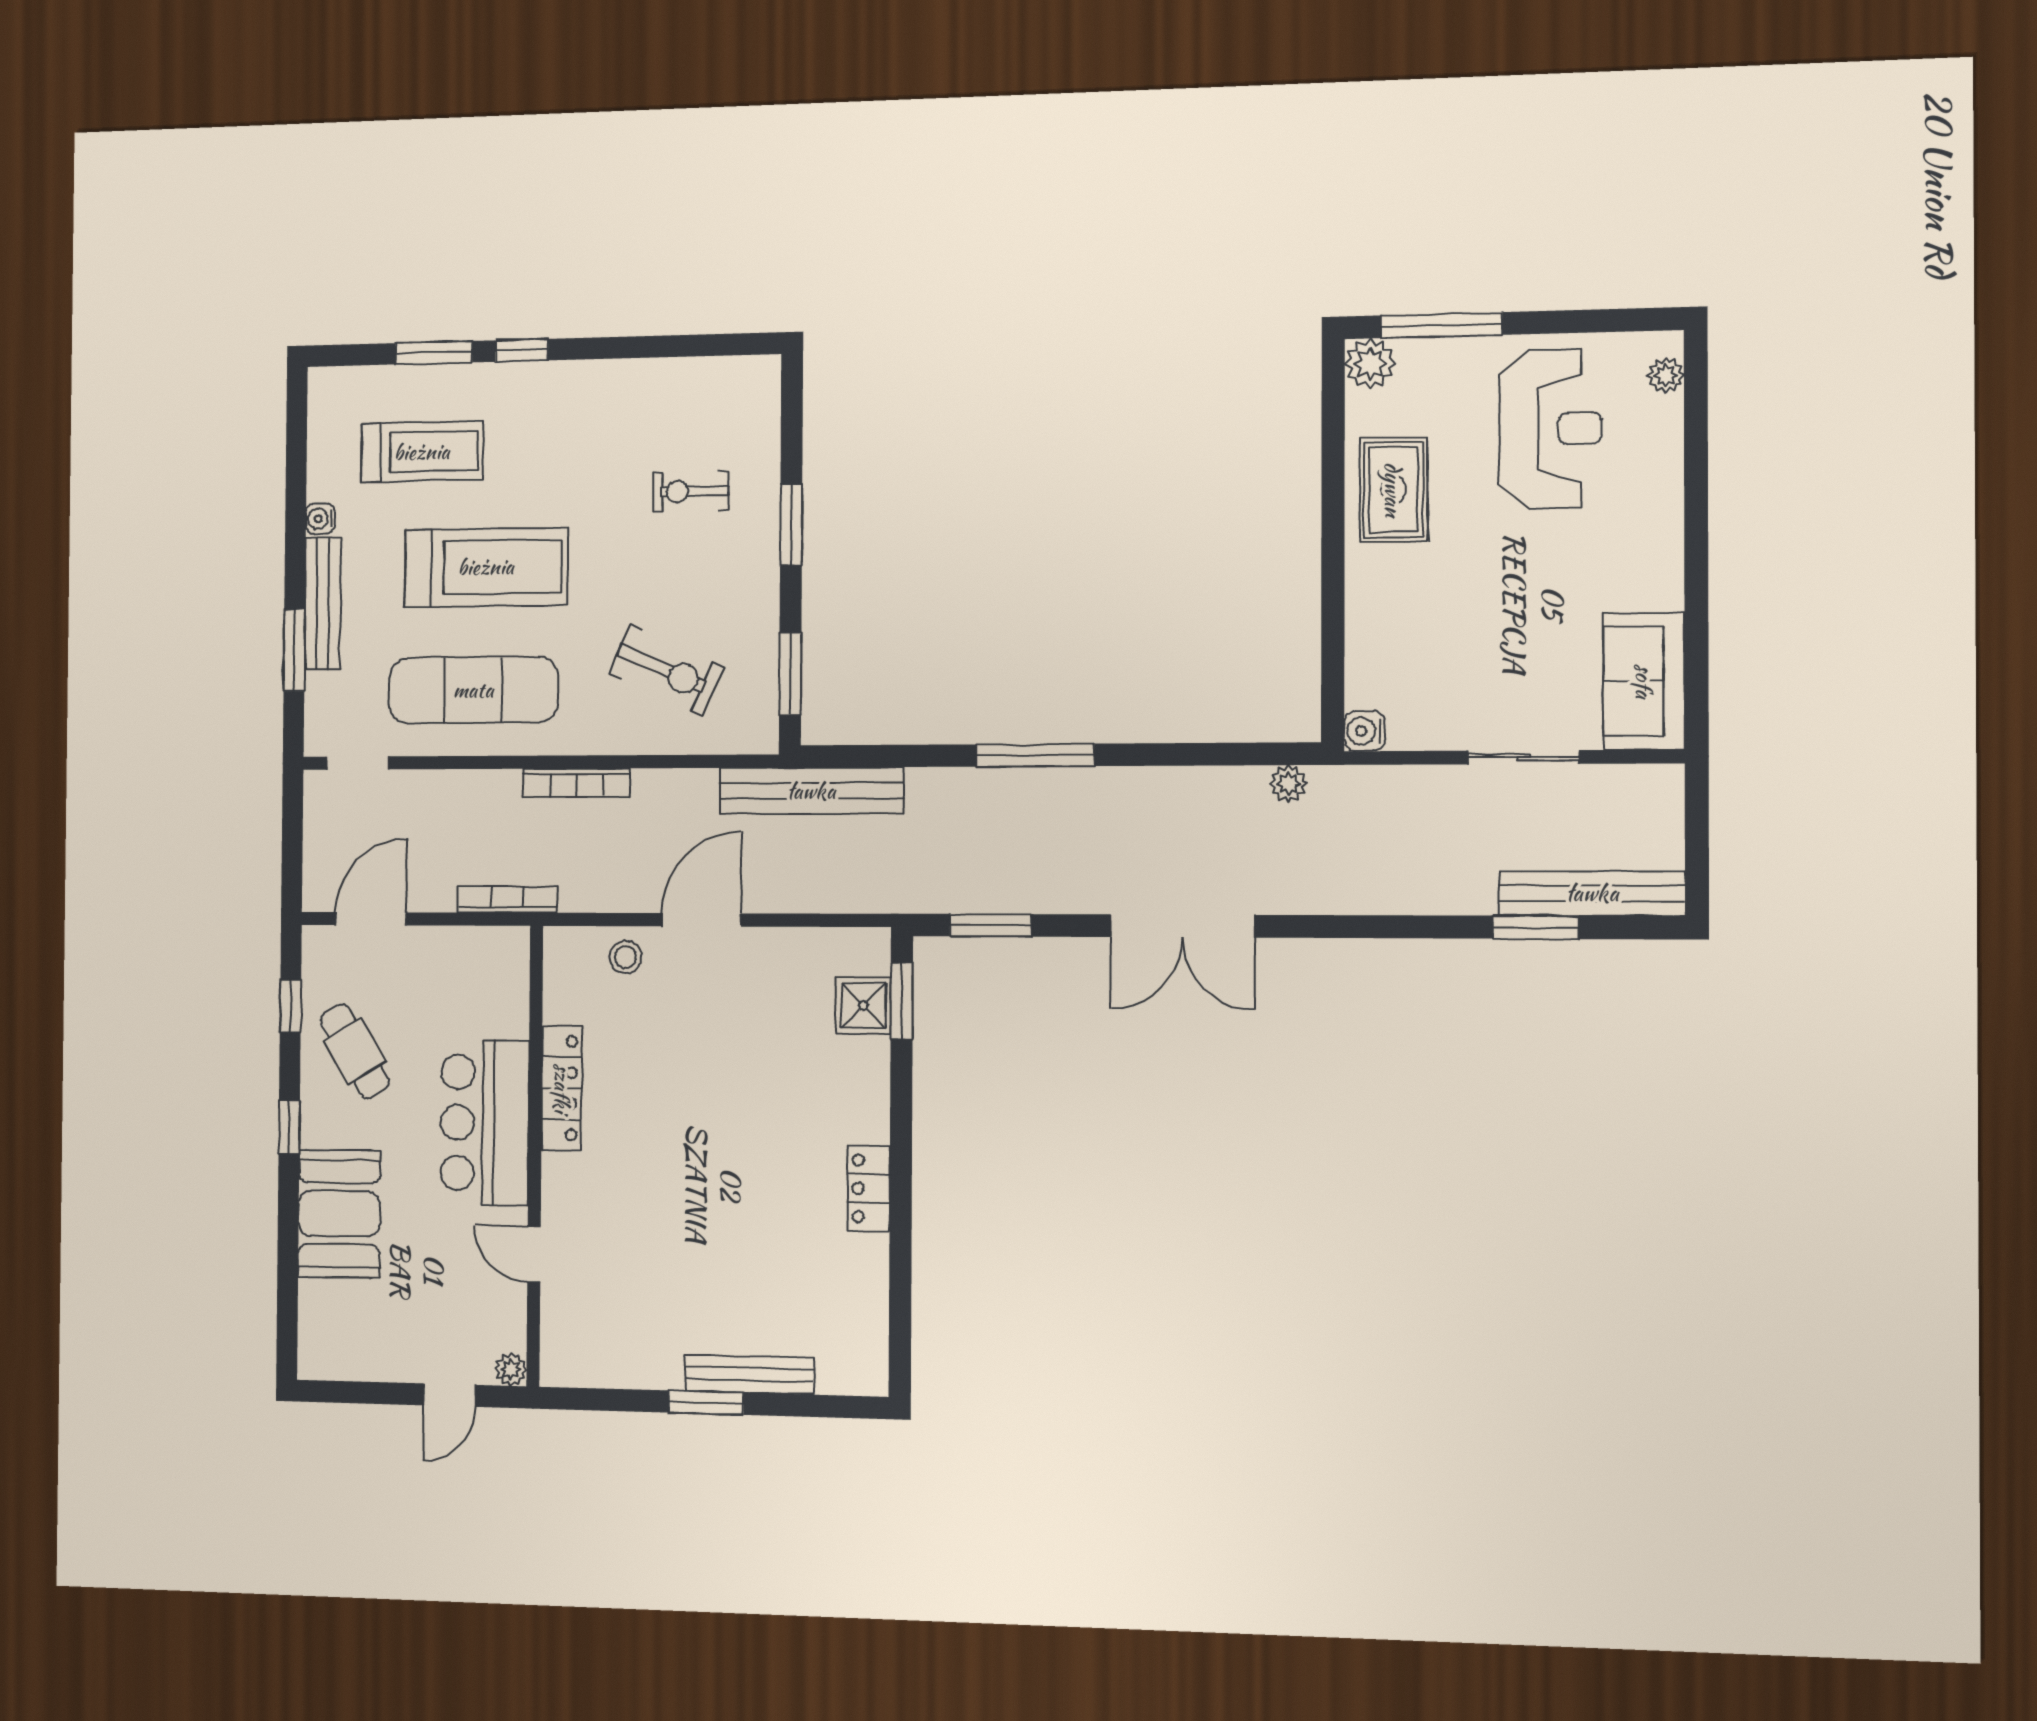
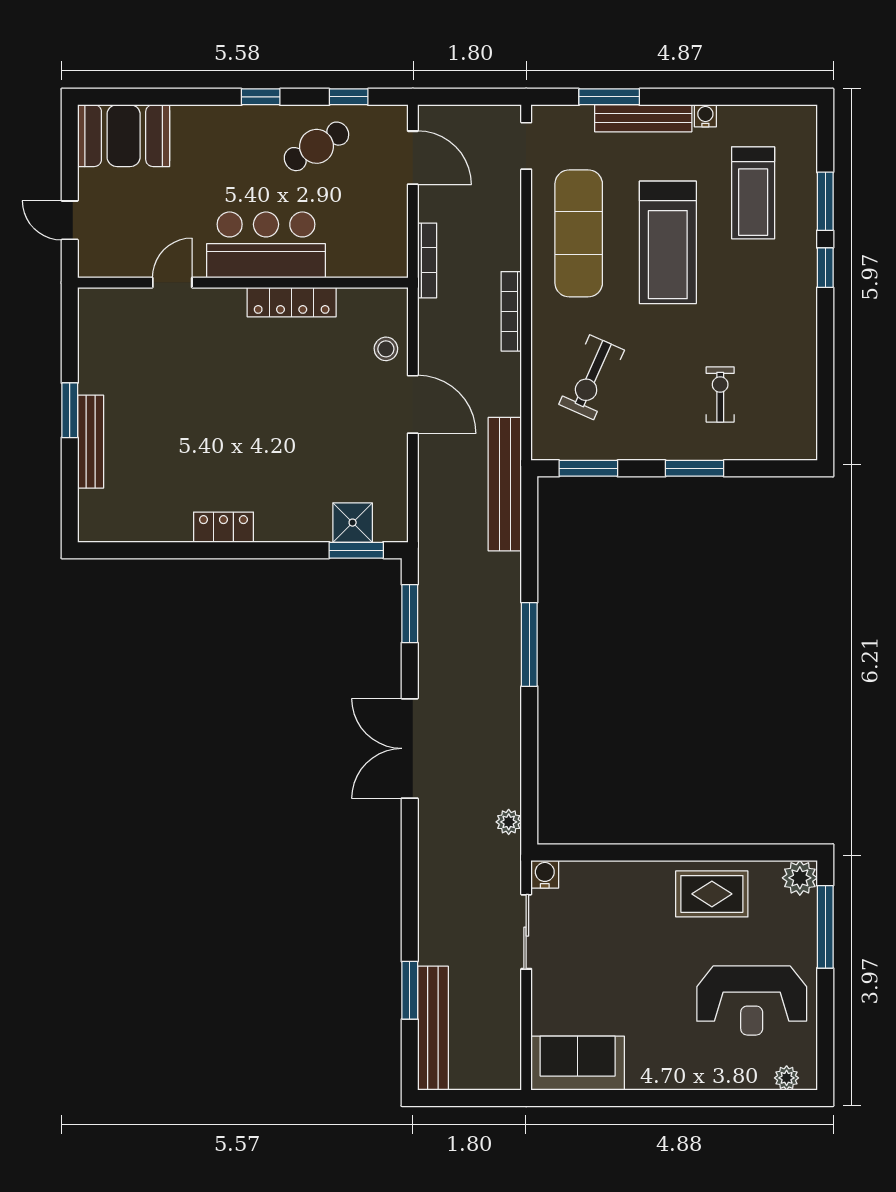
sliding door: (1524, 757) -> (526, 932), moved
booth: (339, 1214) -> (124, 136), moved
plant: (511, 1369) -> (89, 266), removed

